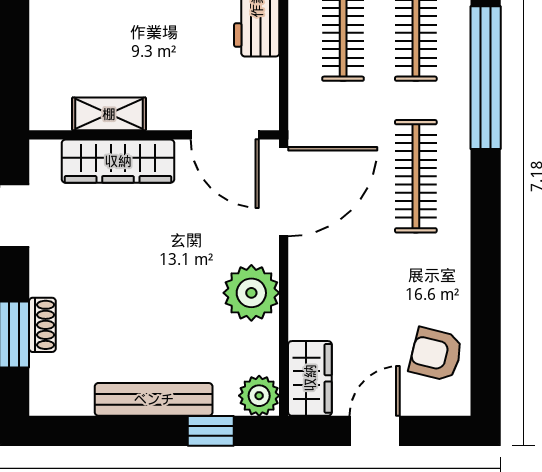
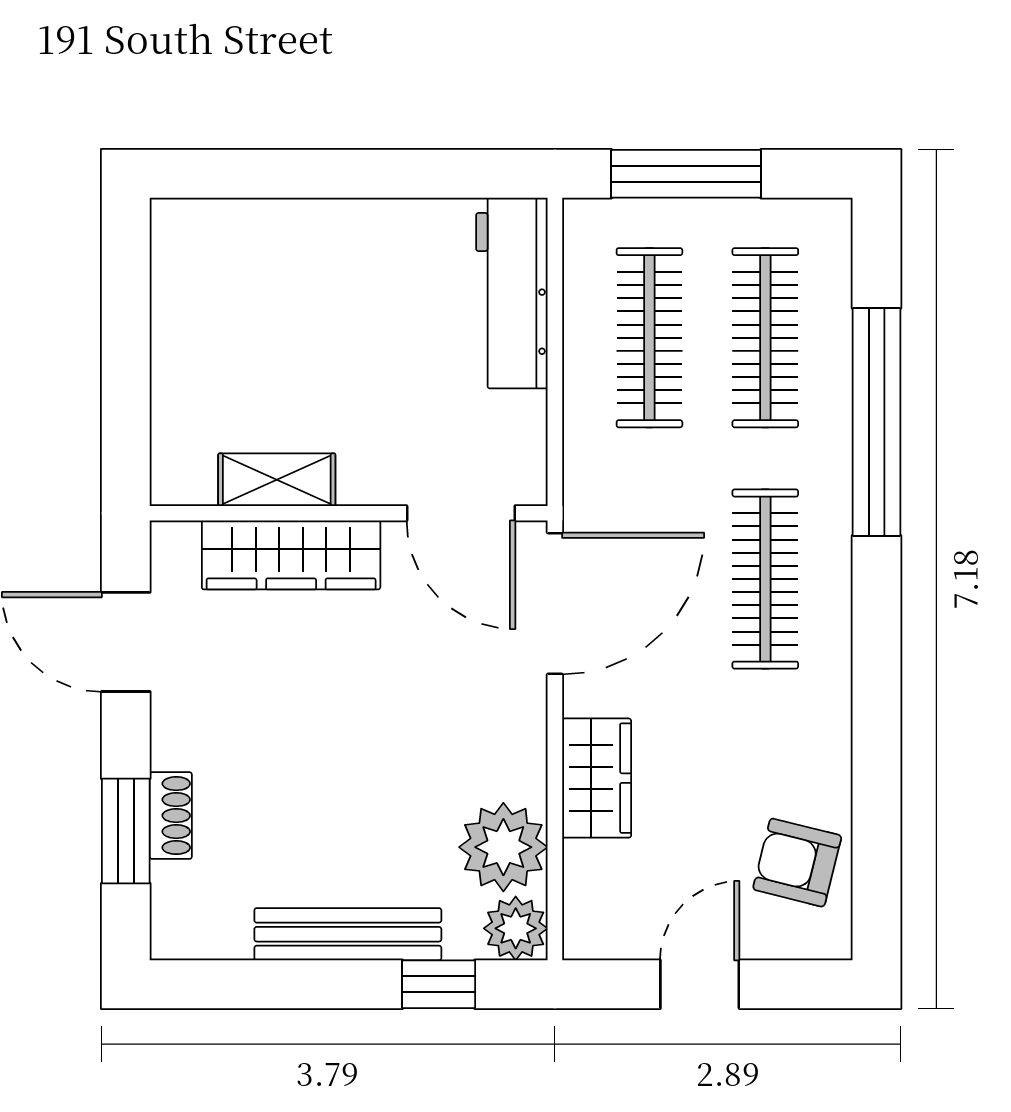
plant: (251, 293) -> (503, 847), moved
wardrobe: (310, 378) -> (597, 778), moved

